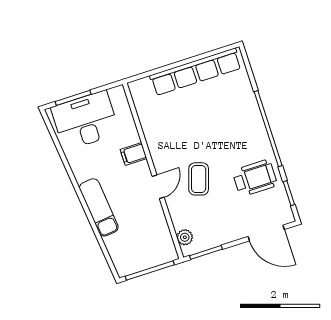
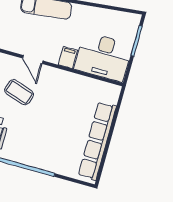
desk: (85, 120) -> (103, 57), moved, turned 90

